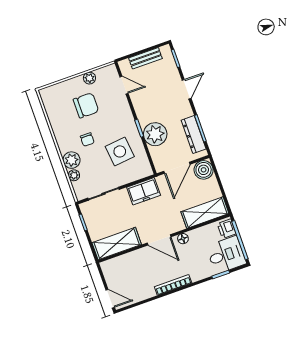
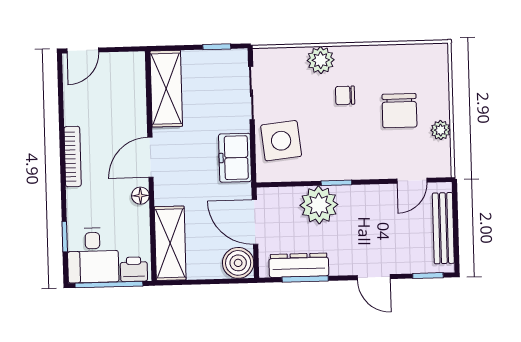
bench: (145, 58) -> (443, 228), width x1.36
side table: (120, 151) -> (281, 141), moved
plant: (74, 175) -> (295, 56), removed

